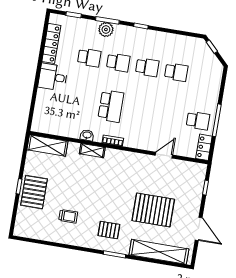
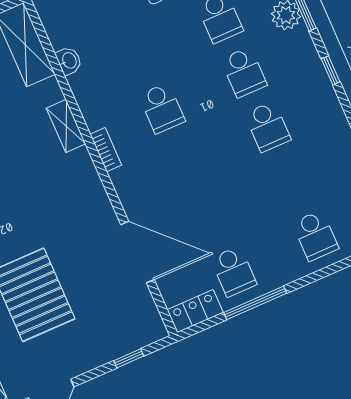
school desk: (176, 72) -> (315, 236), moved
school desk: (111, 106) -> (162, 108), width x0.54
washbasin: (87, 135) -> (69, 61), moved
door: (164, 155) -> (138, 252), width x1.87

